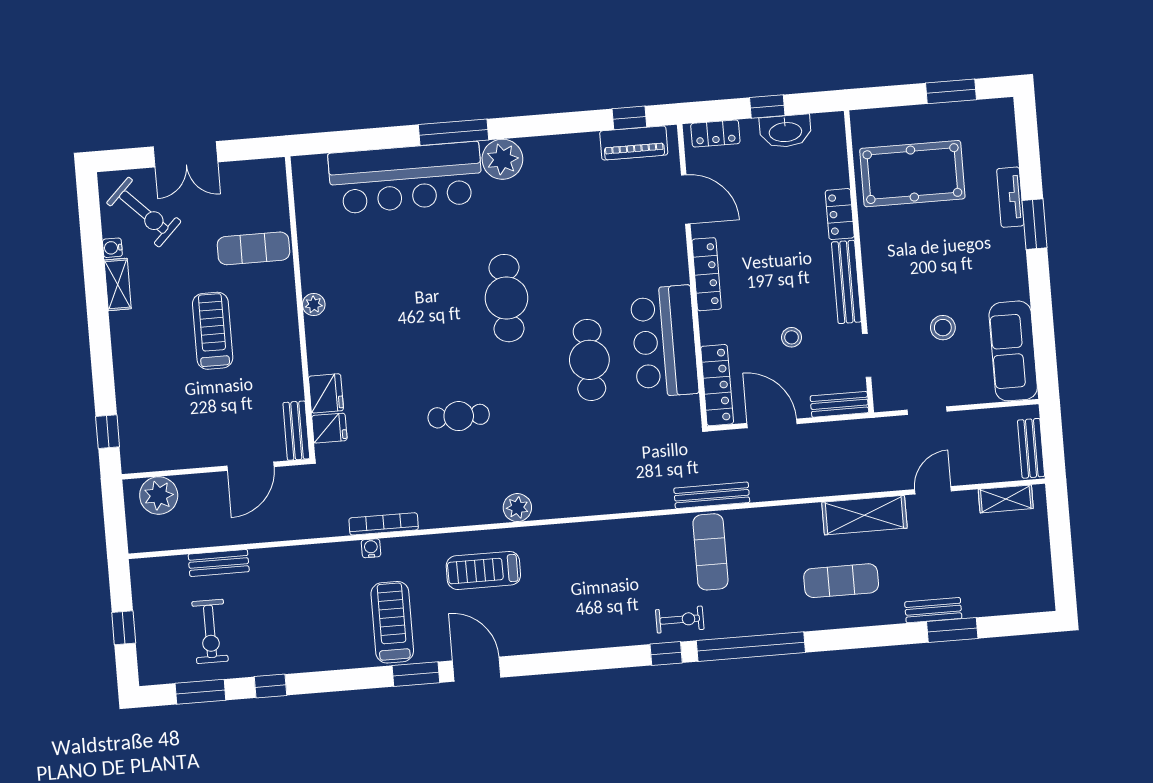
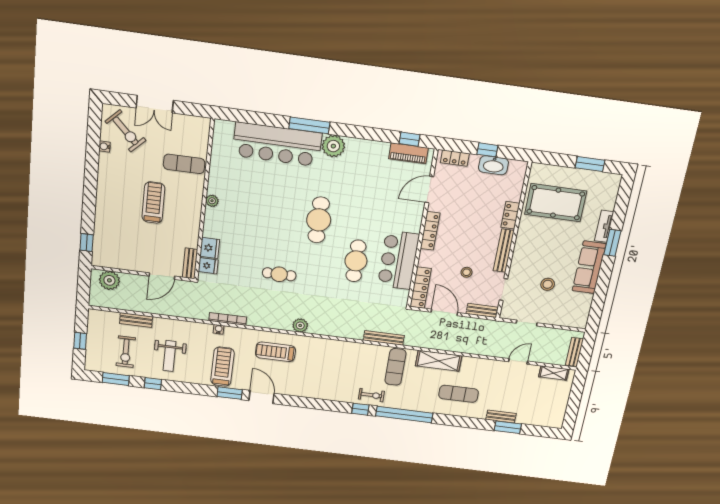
door: (686, 199) -> (429, 190), swing flipped
shelving: (118, 284) -> (104, 167), removed
sofa: (1013, 351) -> (589, 267), moved
bench: (712, 495) -> (384, 338), moved
shelving: (864, 515) -> (439, 361), moved
weight bench: (291, 622) -> (169, 356), added

